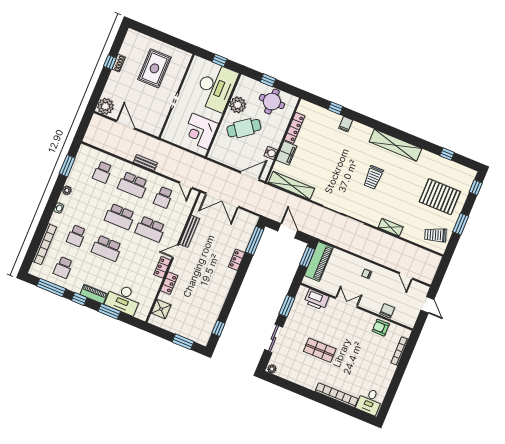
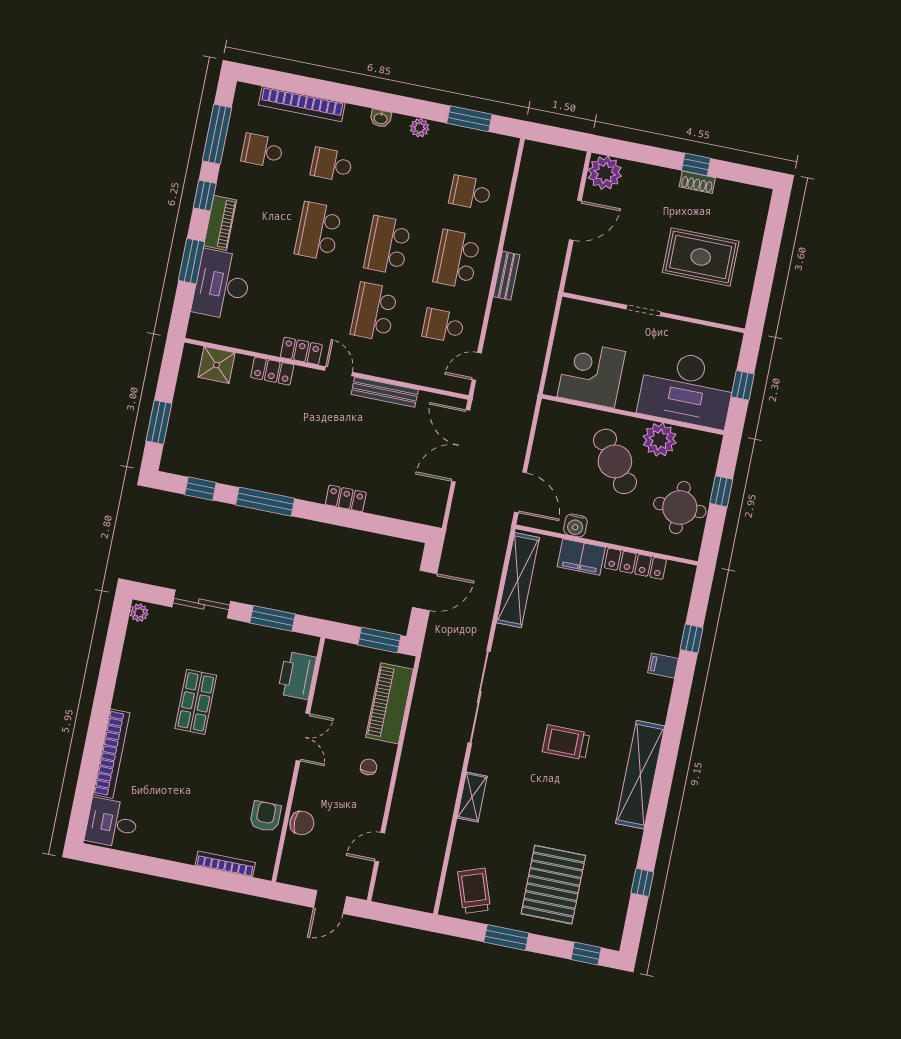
window: (255, 241) -> (265, 502), moved
piano: (319, 262) -> (390, 703), moved, turned 90

